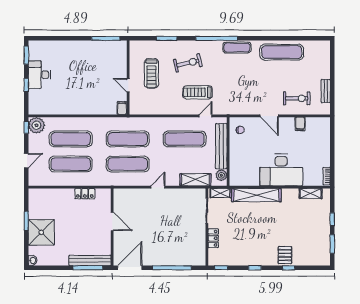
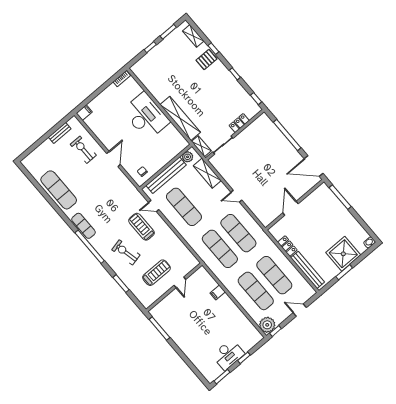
treadmill: (197, 92) -> (141, 227), turned 180
filing cabinet: (122, 108) -> (218, 292), moved
filing cabinet: (300, 124) -> (84, 113), moved
shelving: (311, 193) -> (193, 36), moved
bench: (90, 260) -> (308, 270), moved

